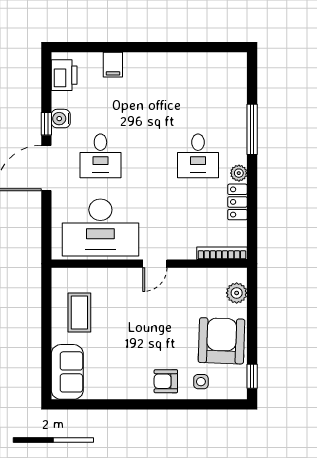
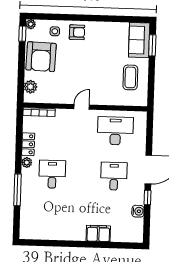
filing cabinet: (113, 65) -> (98, 233), width x2.00
printer: (64, 75) -> (135, 228), removed
water cooler: (61, 119) -> (138, 211), moved
desk: (100, 227) -> (115, 131), width x0.73, depth x0.77
window: (46, 364) -> (152, 45), added
plant: (239, 392) -> (31, 24), added

